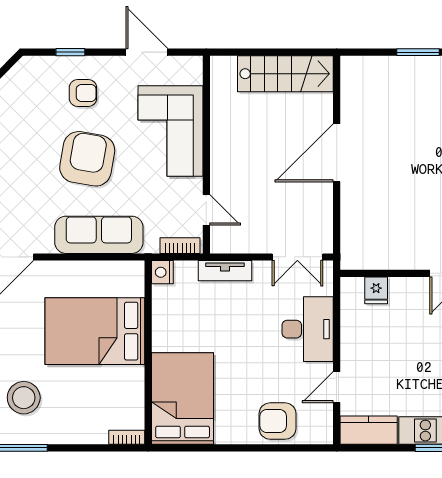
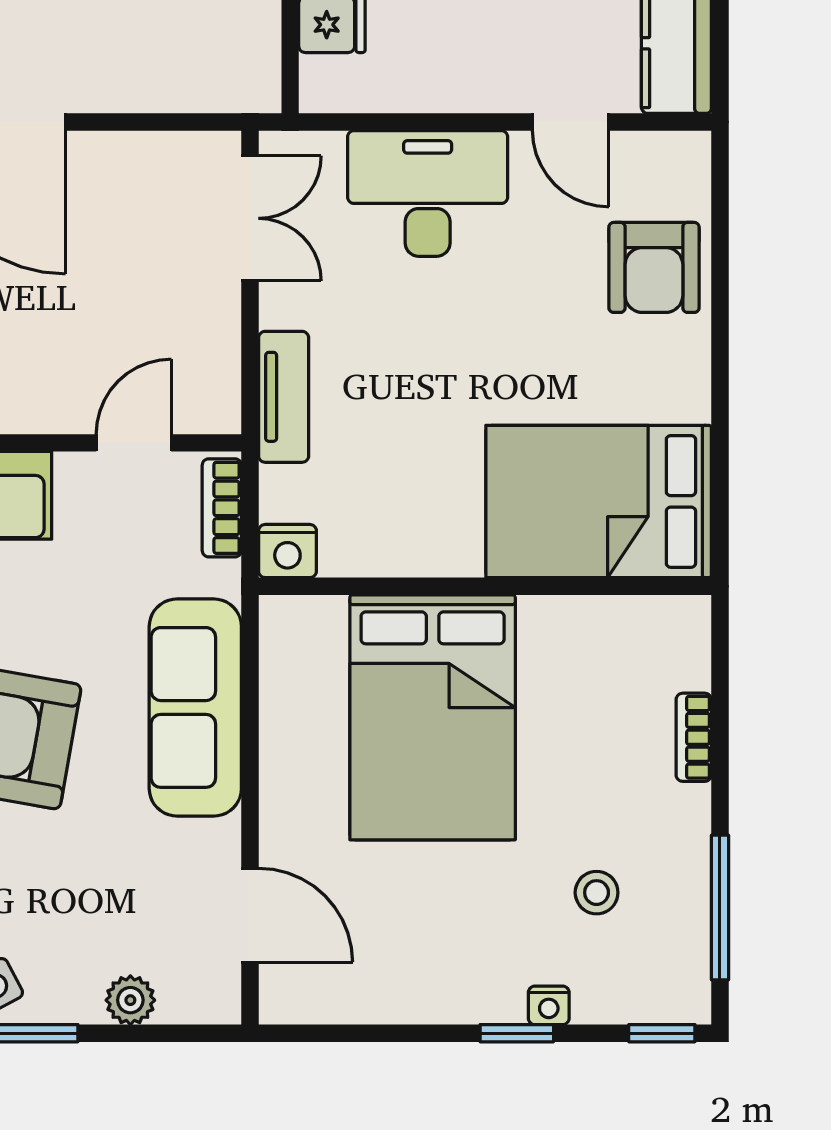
stool: (24, 398) -> (597, 893), width x0.53, depth x0.53
bookcase: (127, 437) -> (694, 737), moved

